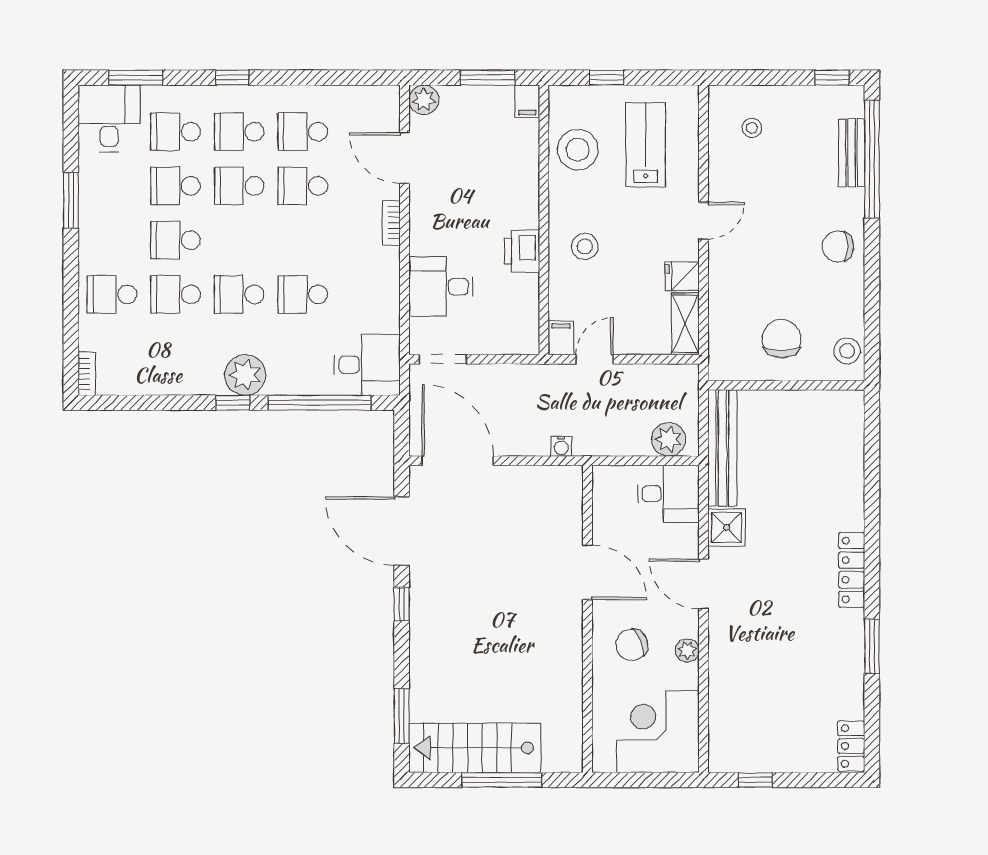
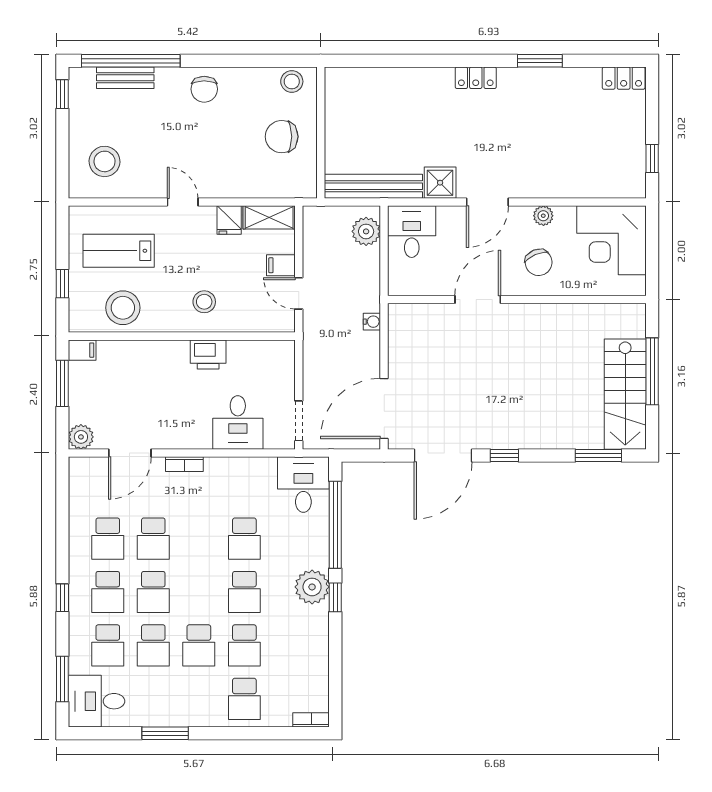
stool: (752, 128) -> (105, 161), width x1.89, depth x1.89
filing cabinet: (561, 338) -> (281, 265), moved
locker: (852, 570) -> (476, 78), width x0.66

